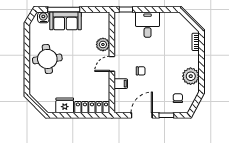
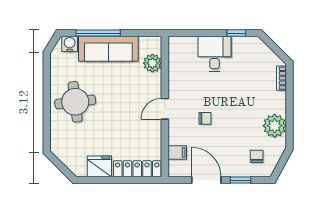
window: (126, 9) -> (236, 33), moved
sofa: (65, 21) -> (108, 49), width x1.36
plant: (103, 44) -> (152, 63), moved
filing cabinet: (121, 84) -> (177, 152), moved
door: (142, 115) -> (206, 180), hinge flipped

